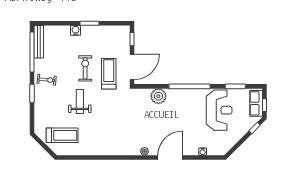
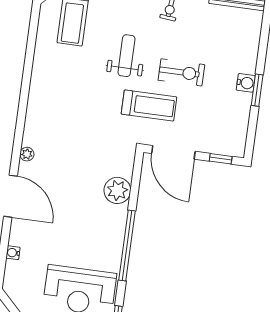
water cooler: (76, 30) -> (246, 83), moved
treadmill: (109, 74) -> (149, 105), moved
weight bench: (80, 101) -> (126, 56), turned -90

